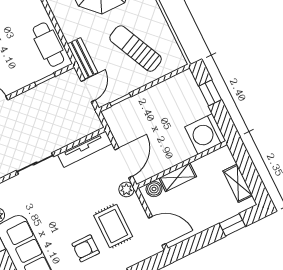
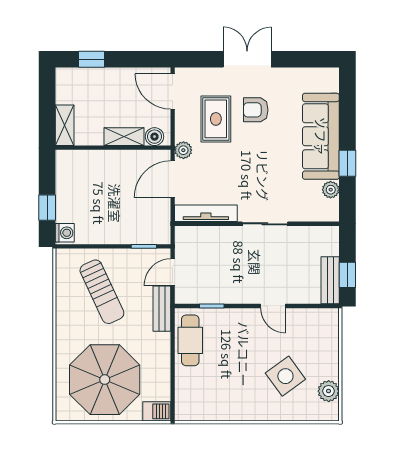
washing machine: (205, 134) -> (65, 233), moved, width x0.53, depth x0.53
shelving: (238, 183) -> (65, 125), moved
armchair: (86, 248) -> (256, 110), turned 180

